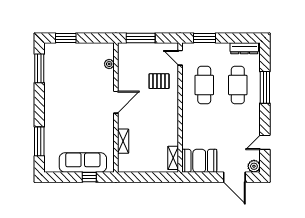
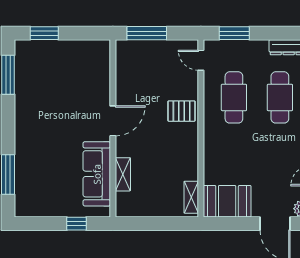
plant: (109, 64) -> (104, 69), removed
pallet: (159, 81) -> (182, 111), moved
sofa: (83, 163) -> (97, 174), moved, turned -90

